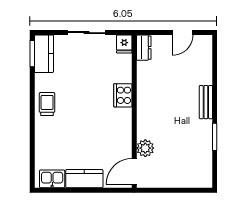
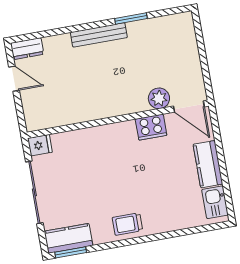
sliding door: (87, 33) -> (34, 192), width x1.37
dresser: (144, 48) -> (27, 49), moved, turned 180
cooker: (123, 95) -> (151, 127), moved
bench: (206, 102) -> (99, 35), width x1.36

